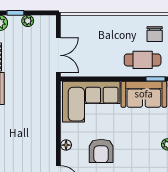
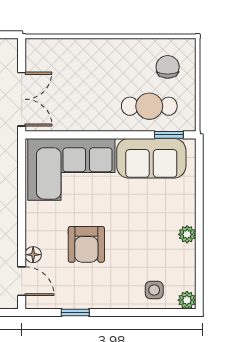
chair: (155, 34) -> (168, 67), turned 180
floor lamp: (66, 145) -> (33, 255), moved

